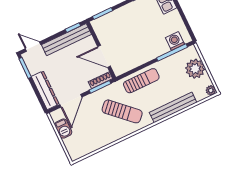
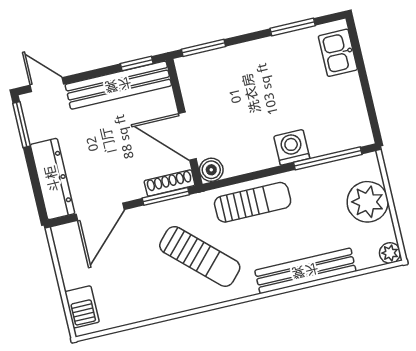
washing machine: (175, 41) -> (292, 147), moved
boiler: (119, 70) -> (211, 170), added
barbecue: (63, 129) -> (82, 307), moved

